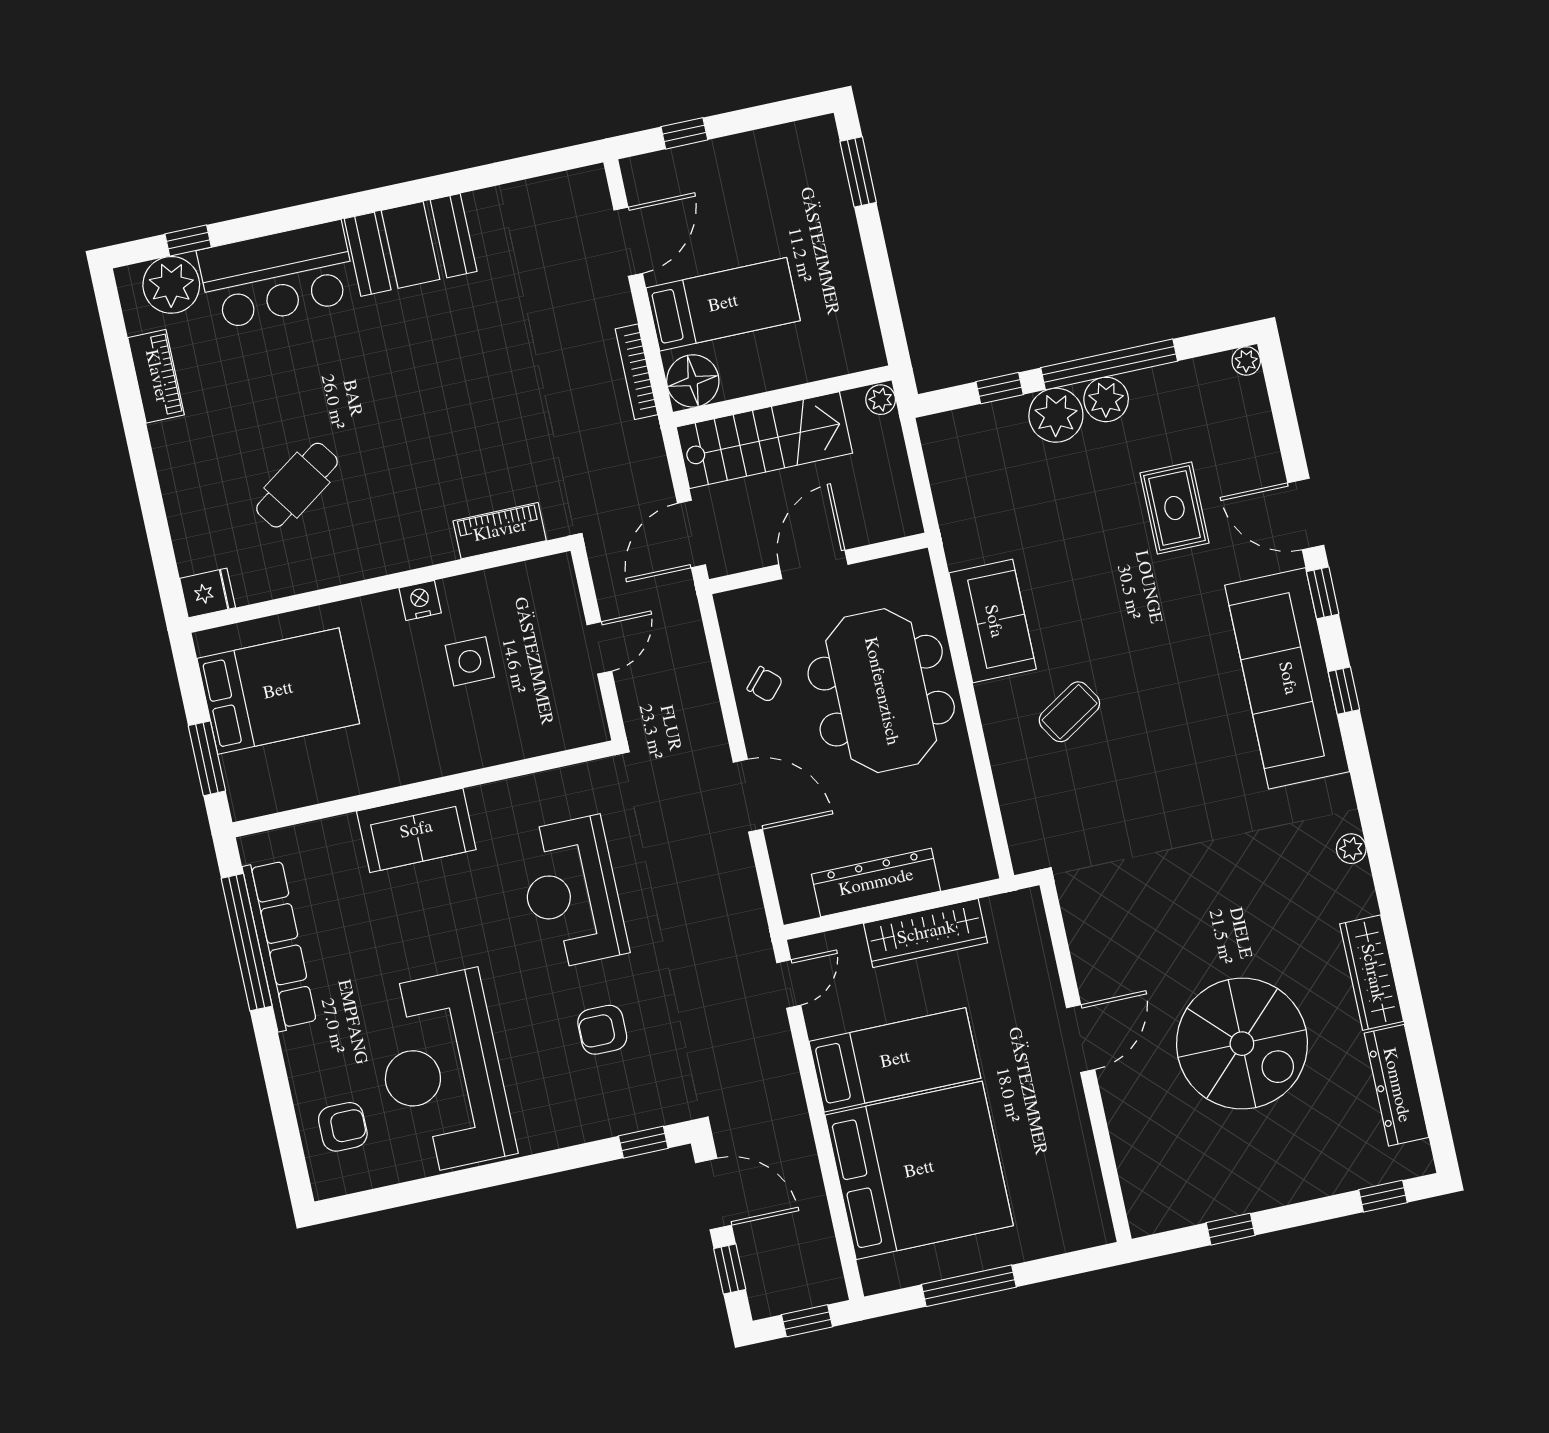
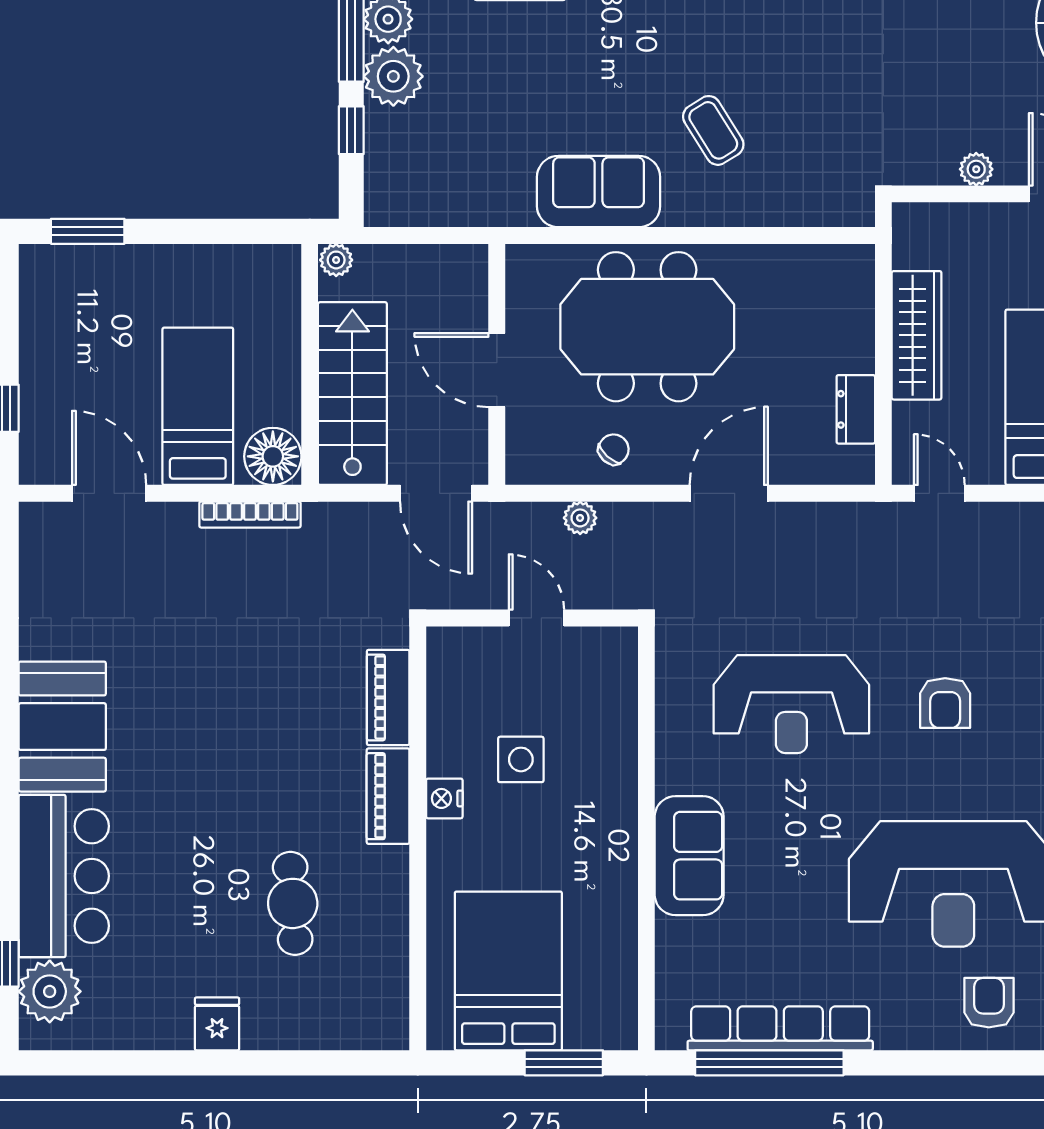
piano: (156, 376) -> (388, 796), moved, turned -90
cafe table: (297, 485) -> (293, 903), turned 31
fridge: (208, 593) -> (217, 1024), moved
plant: (697, 668) -> (580, 518), added
dresser: (876, 883) -> (856, 409), width x0.51, depth x0.80
plant: (1086, 954) -> (976, 169), added

